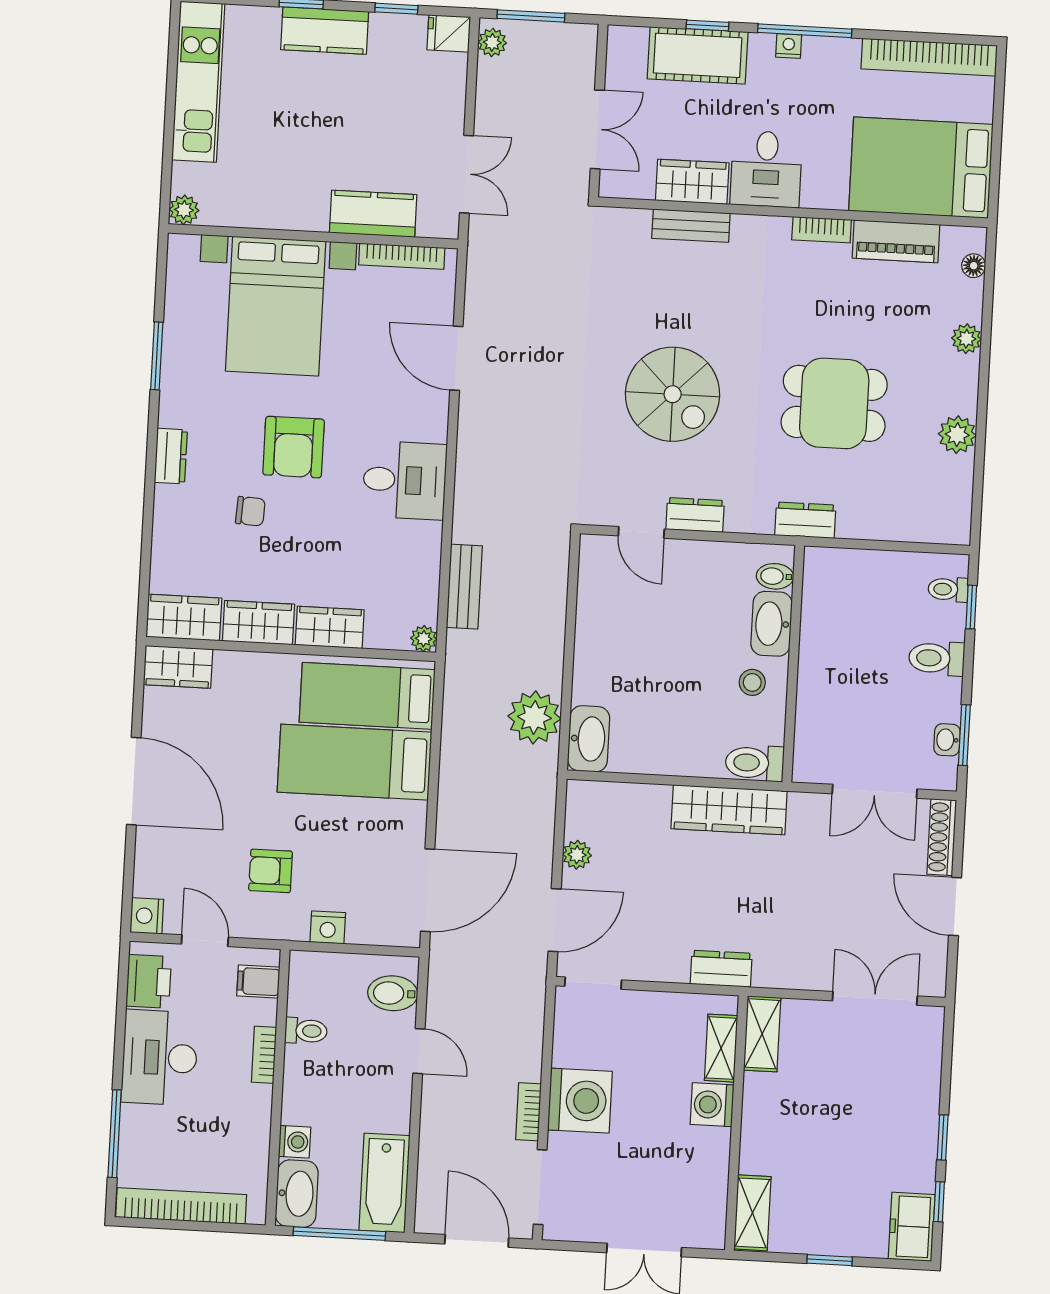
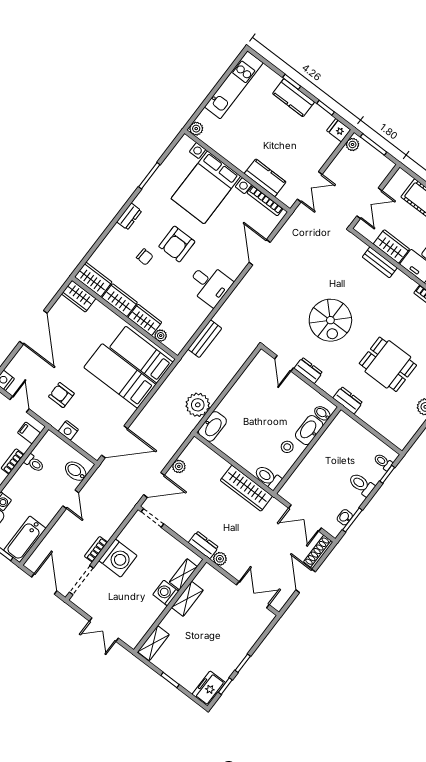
plant: (424, 639) -> (161, 336), moved
plant: (769, 974) -> (220, 559), added
shelving: (762, 1034) -> (187, 599), moved

